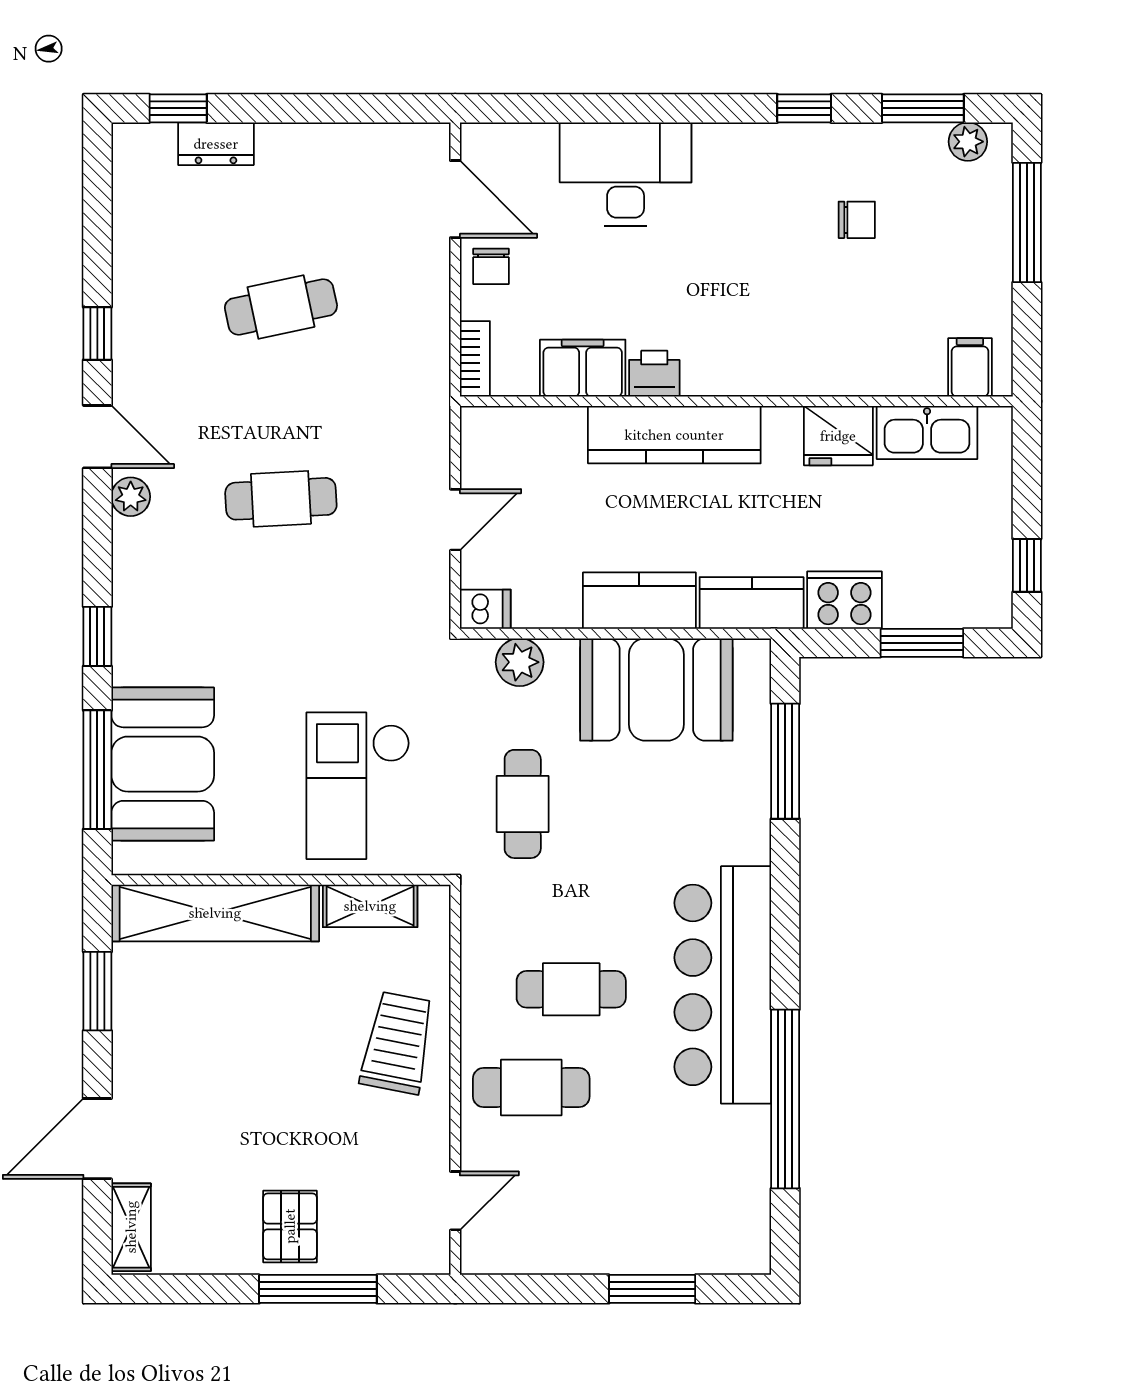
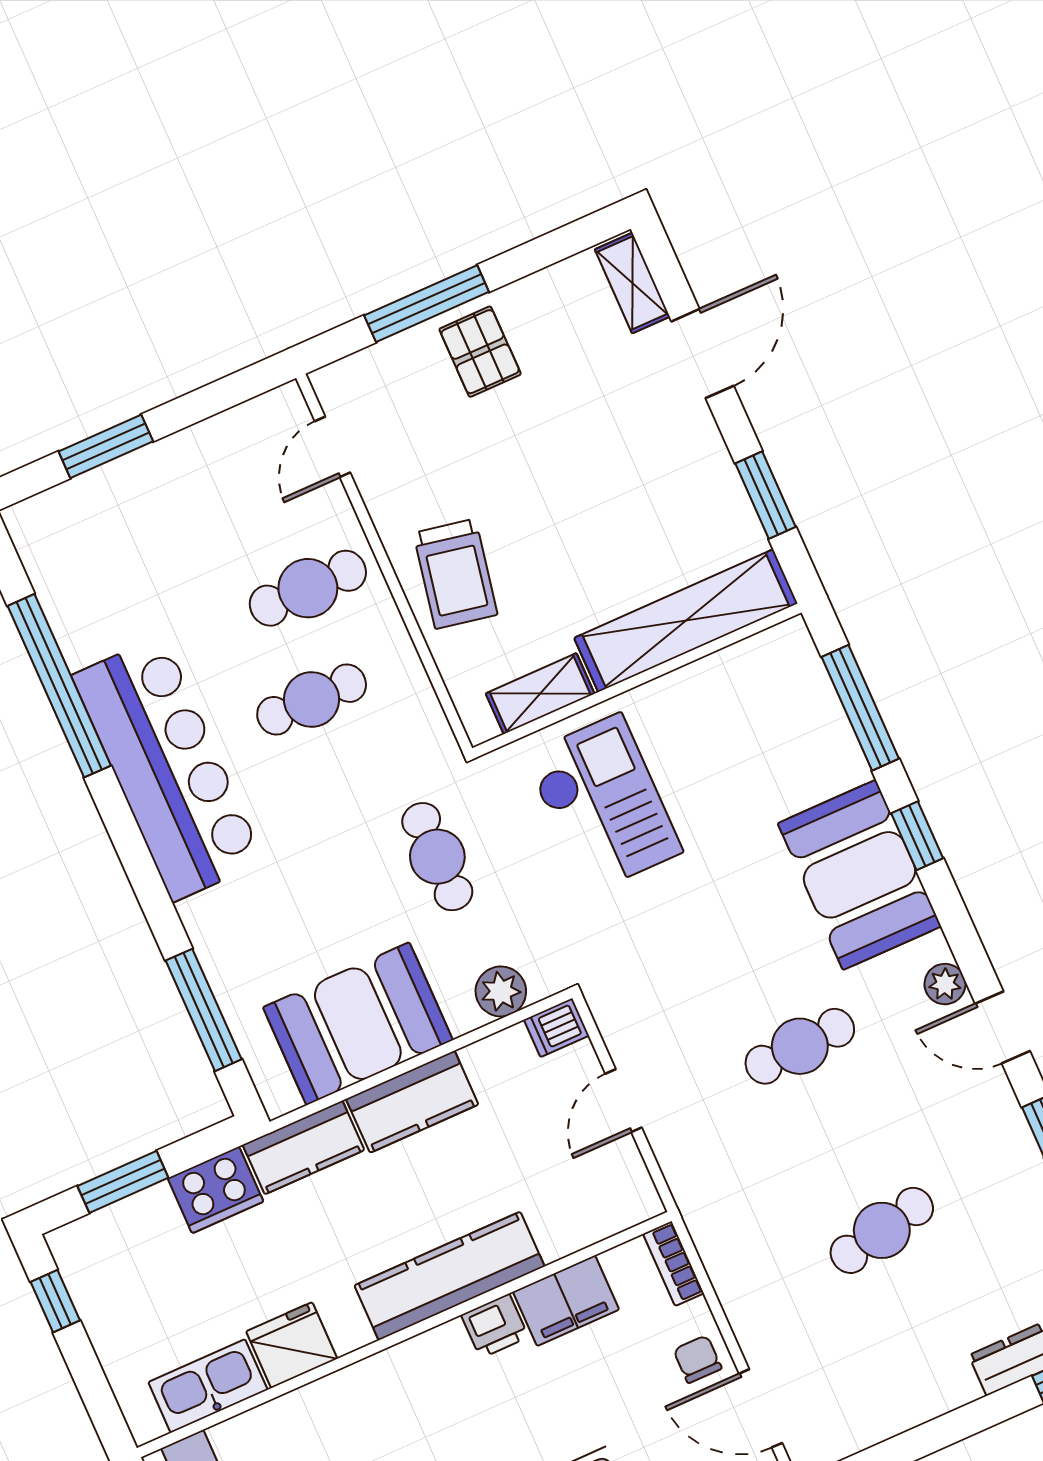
booth: (163, 764) -> (859, 875), moved

